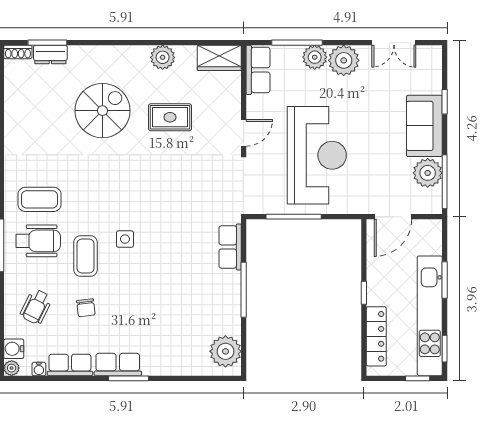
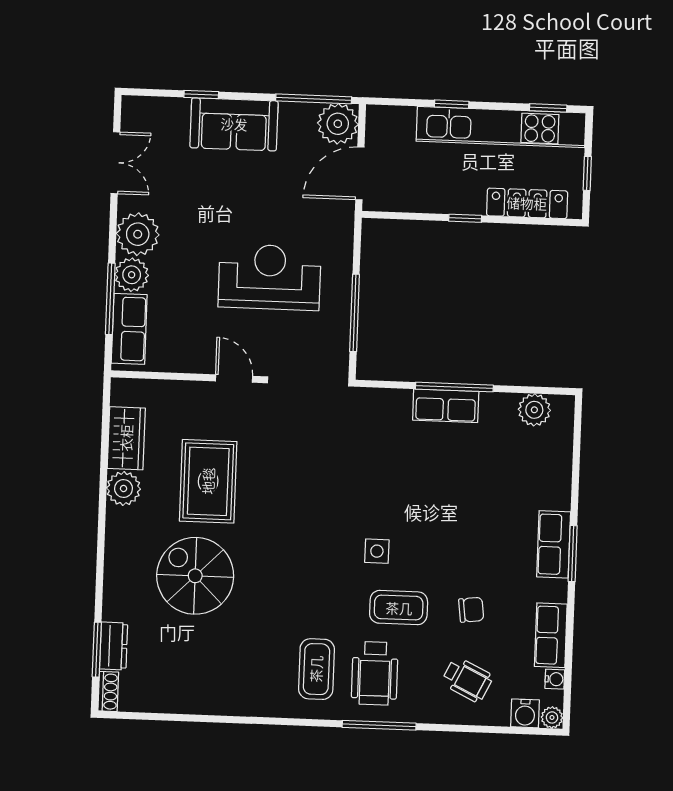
wardrobe: (219, 58) -> (126, 438), moved
row of seats: (258, 70) -> (129, 329), moved, turned 90
rug: (170, 117) -> (208, 481), width x1.36, depth x1.43
reception desk: (317, 155) -> (270, 277), width x0.74, depth x0.77
plant: (428, 173) -> (338, 124), moved
door: (393, 217) -> (360, 173), swing flipped
wheelchair: (38, 241) -> (375, 673), turned 180
row of seats: (230, 247) -> (446, 406), moved
window: (445, 280) -> (452, 104), width x0.67
plant: (225, 351) -> (534, 410), width x0.73, depth x0.73
row of seats: (118, 365) -> (554, 544), moved
window: (418, 378) -> (587, 173), moved

